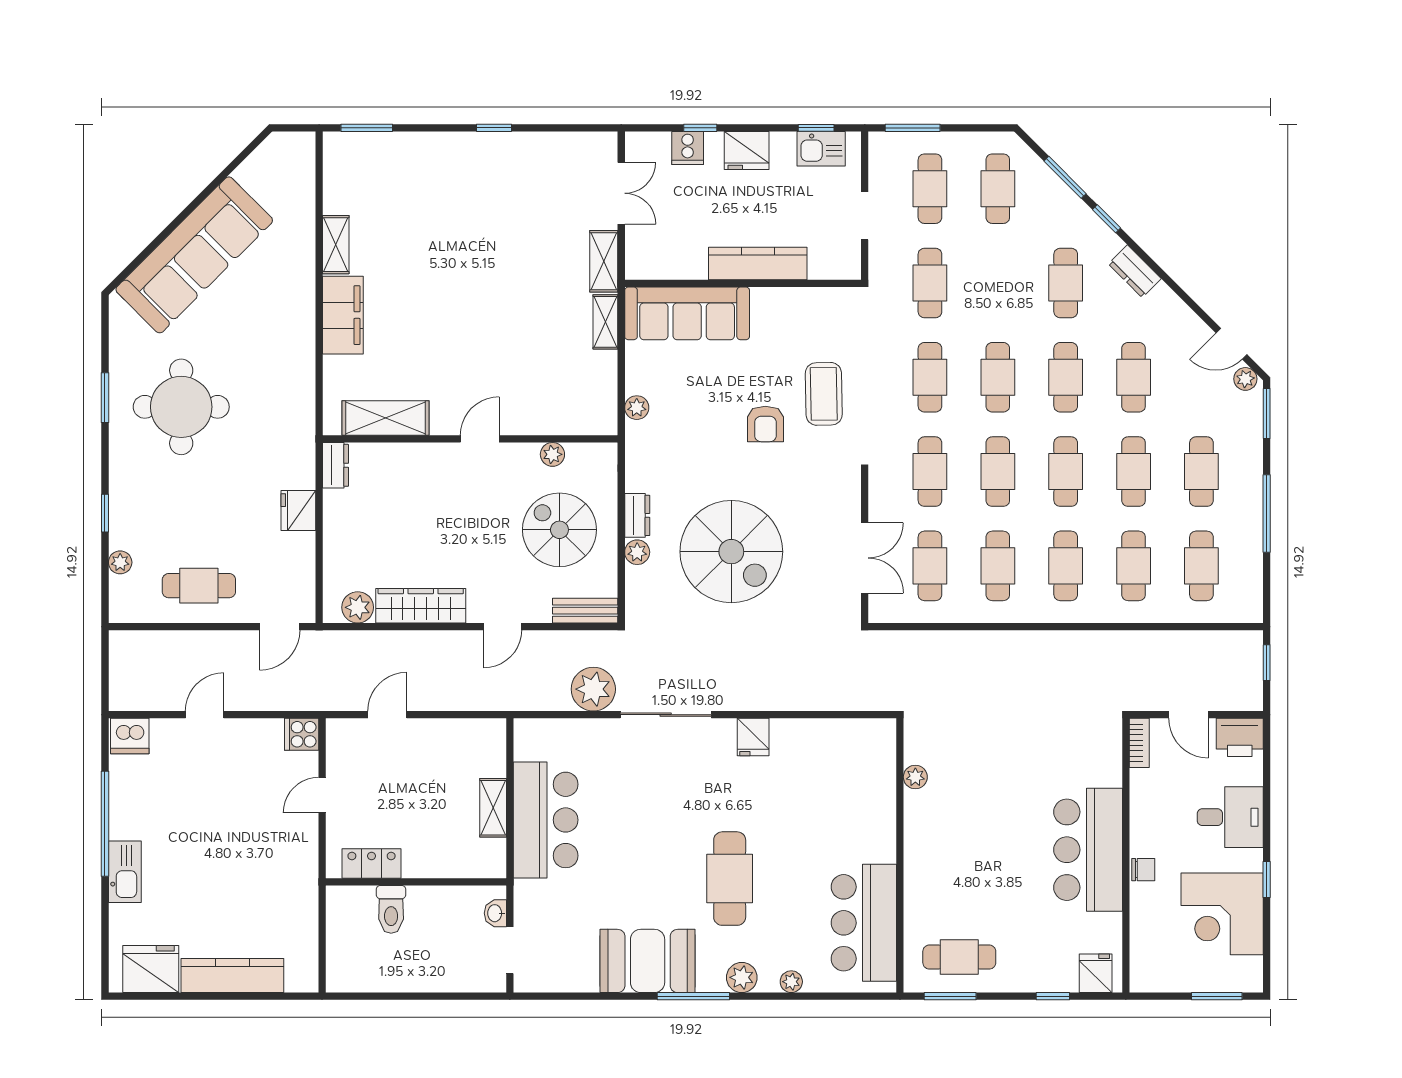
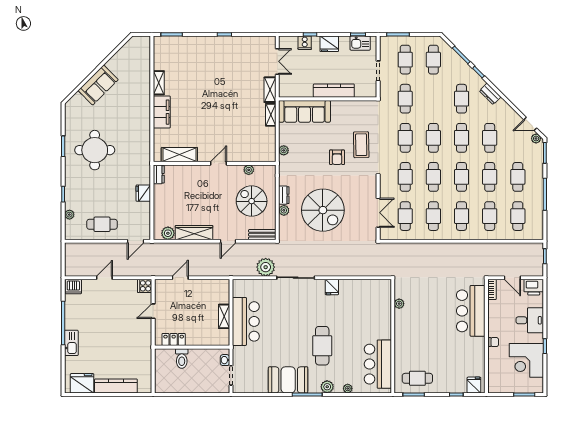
sofa: (194, 255) -> (98, 85), width x0.54, depth x0.79
bar counter: (1088, 850) -> (471, 311), moved

